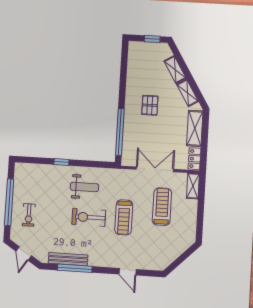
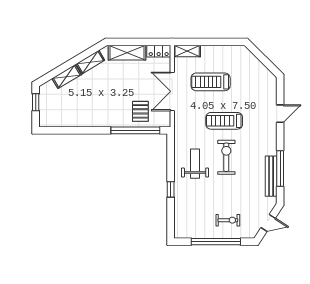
pallet: (150, 105) -> (140, 111), moved, turned 90
exercise bike: (89, 217) -> (226, 157), turned 180
treadmill: (124, 217) -> (224, 121), turned 180

